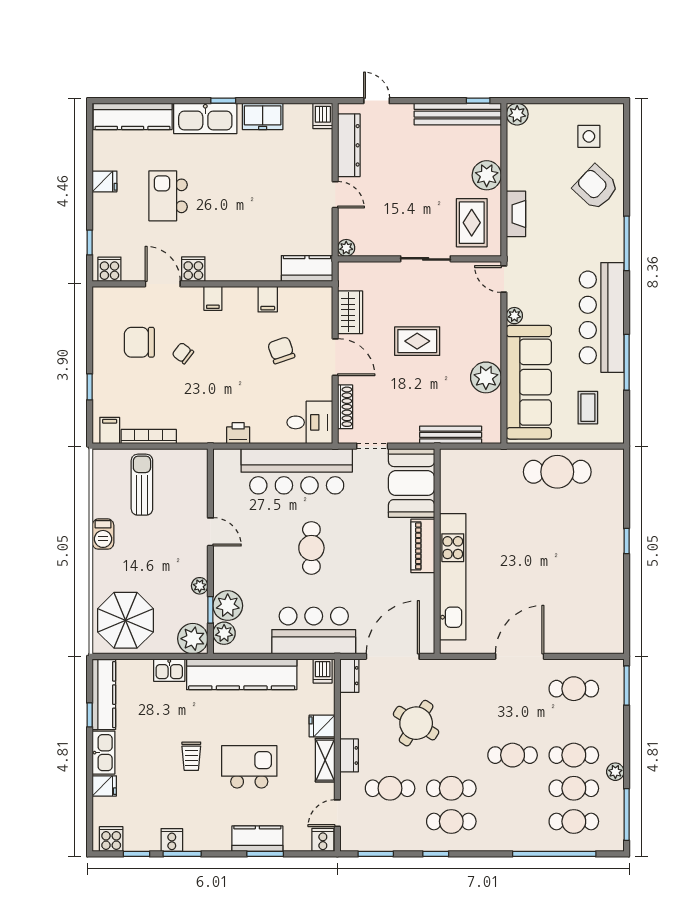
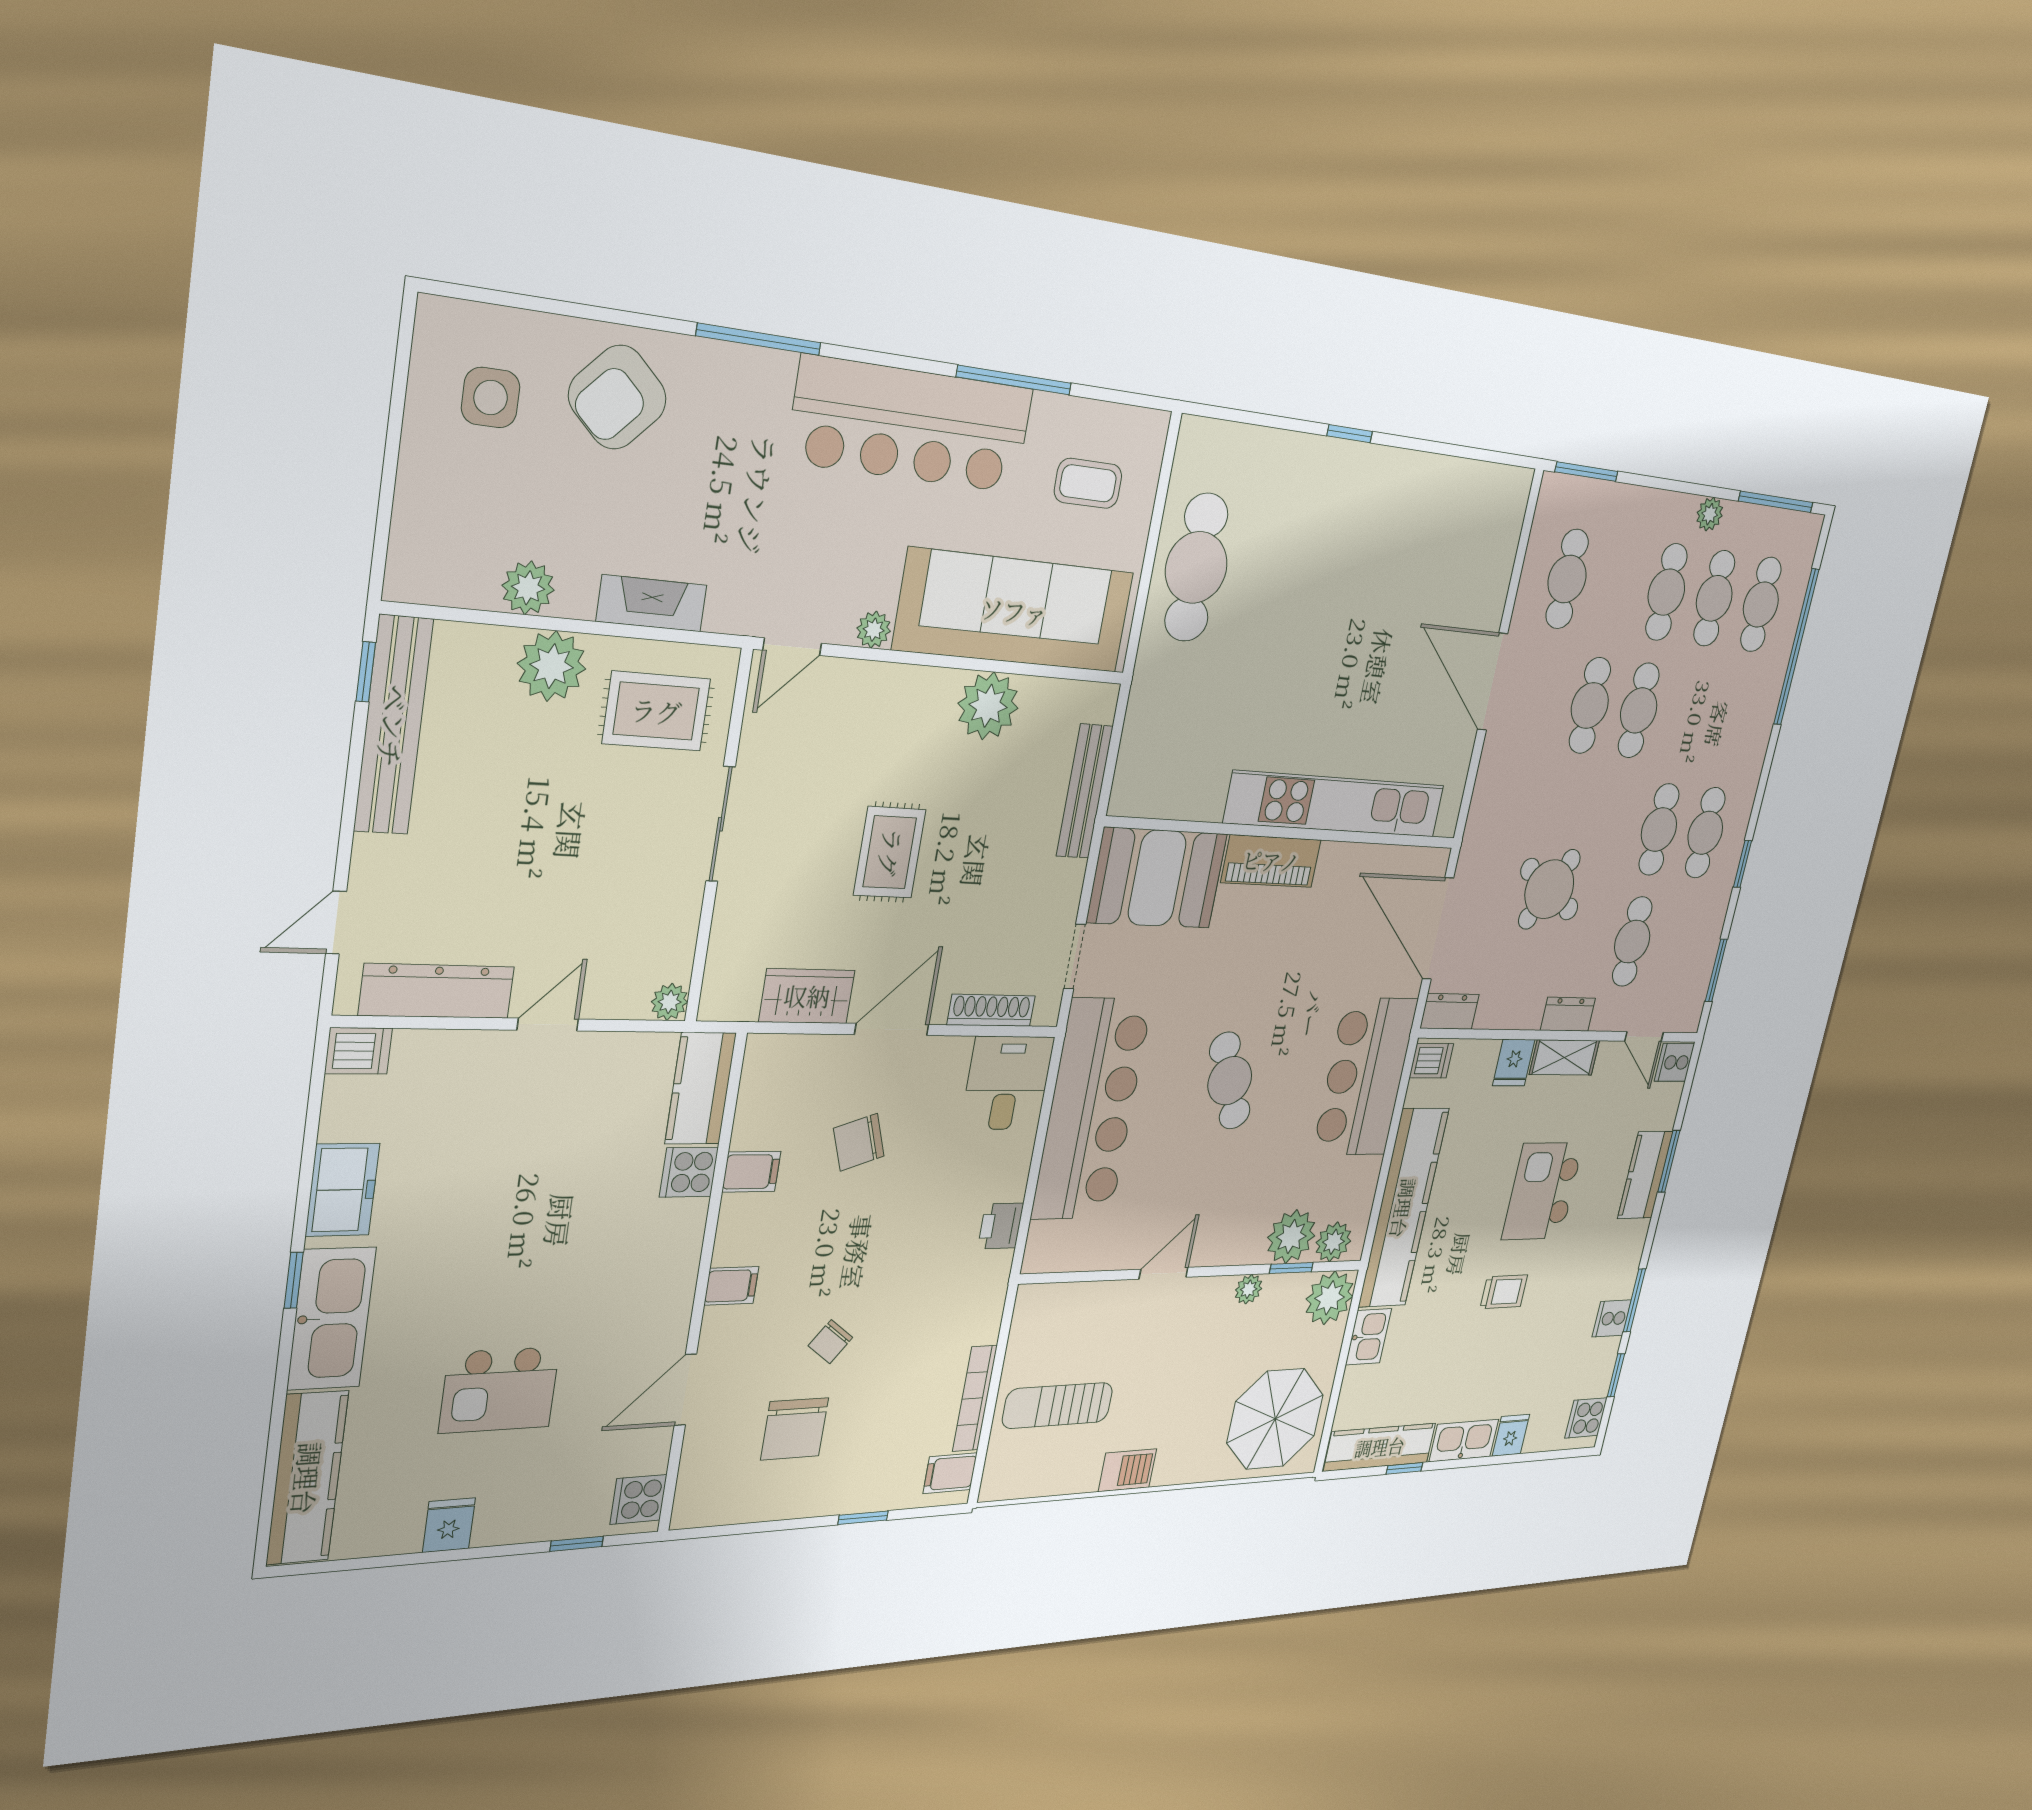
plant: (517, 114) -> (528, 588), moved
cooker: (193, 269) -> (689, 1172), moved
cafe table: (311, 548) -> (1230, 1081), turned 68
cafe table: (513, 722) -> (1590, 706), added

